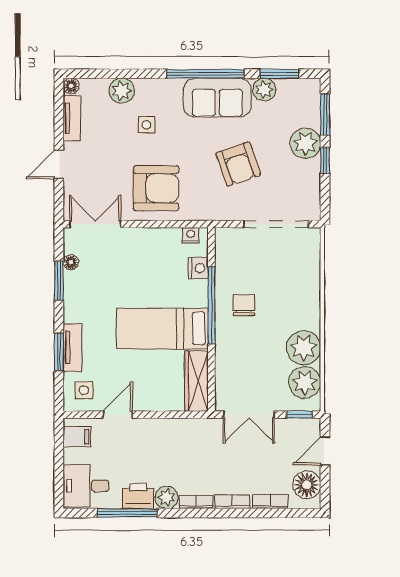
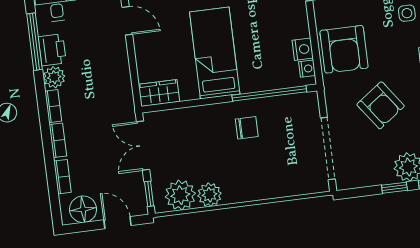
armchair: (238, 164) -> (381, 105), turned -107
armchair: (156, 188) -> (344, 49), moved
nightstand: (198, 268) -> (303, 49), moved, turned -90
window: (211, 305) -> (269, 93), moved
plant: (304, 348) -> (210, 195), width x0.73, depth x0.73
wardrobe: (196, 381) -> (159, 93), width x0.67

